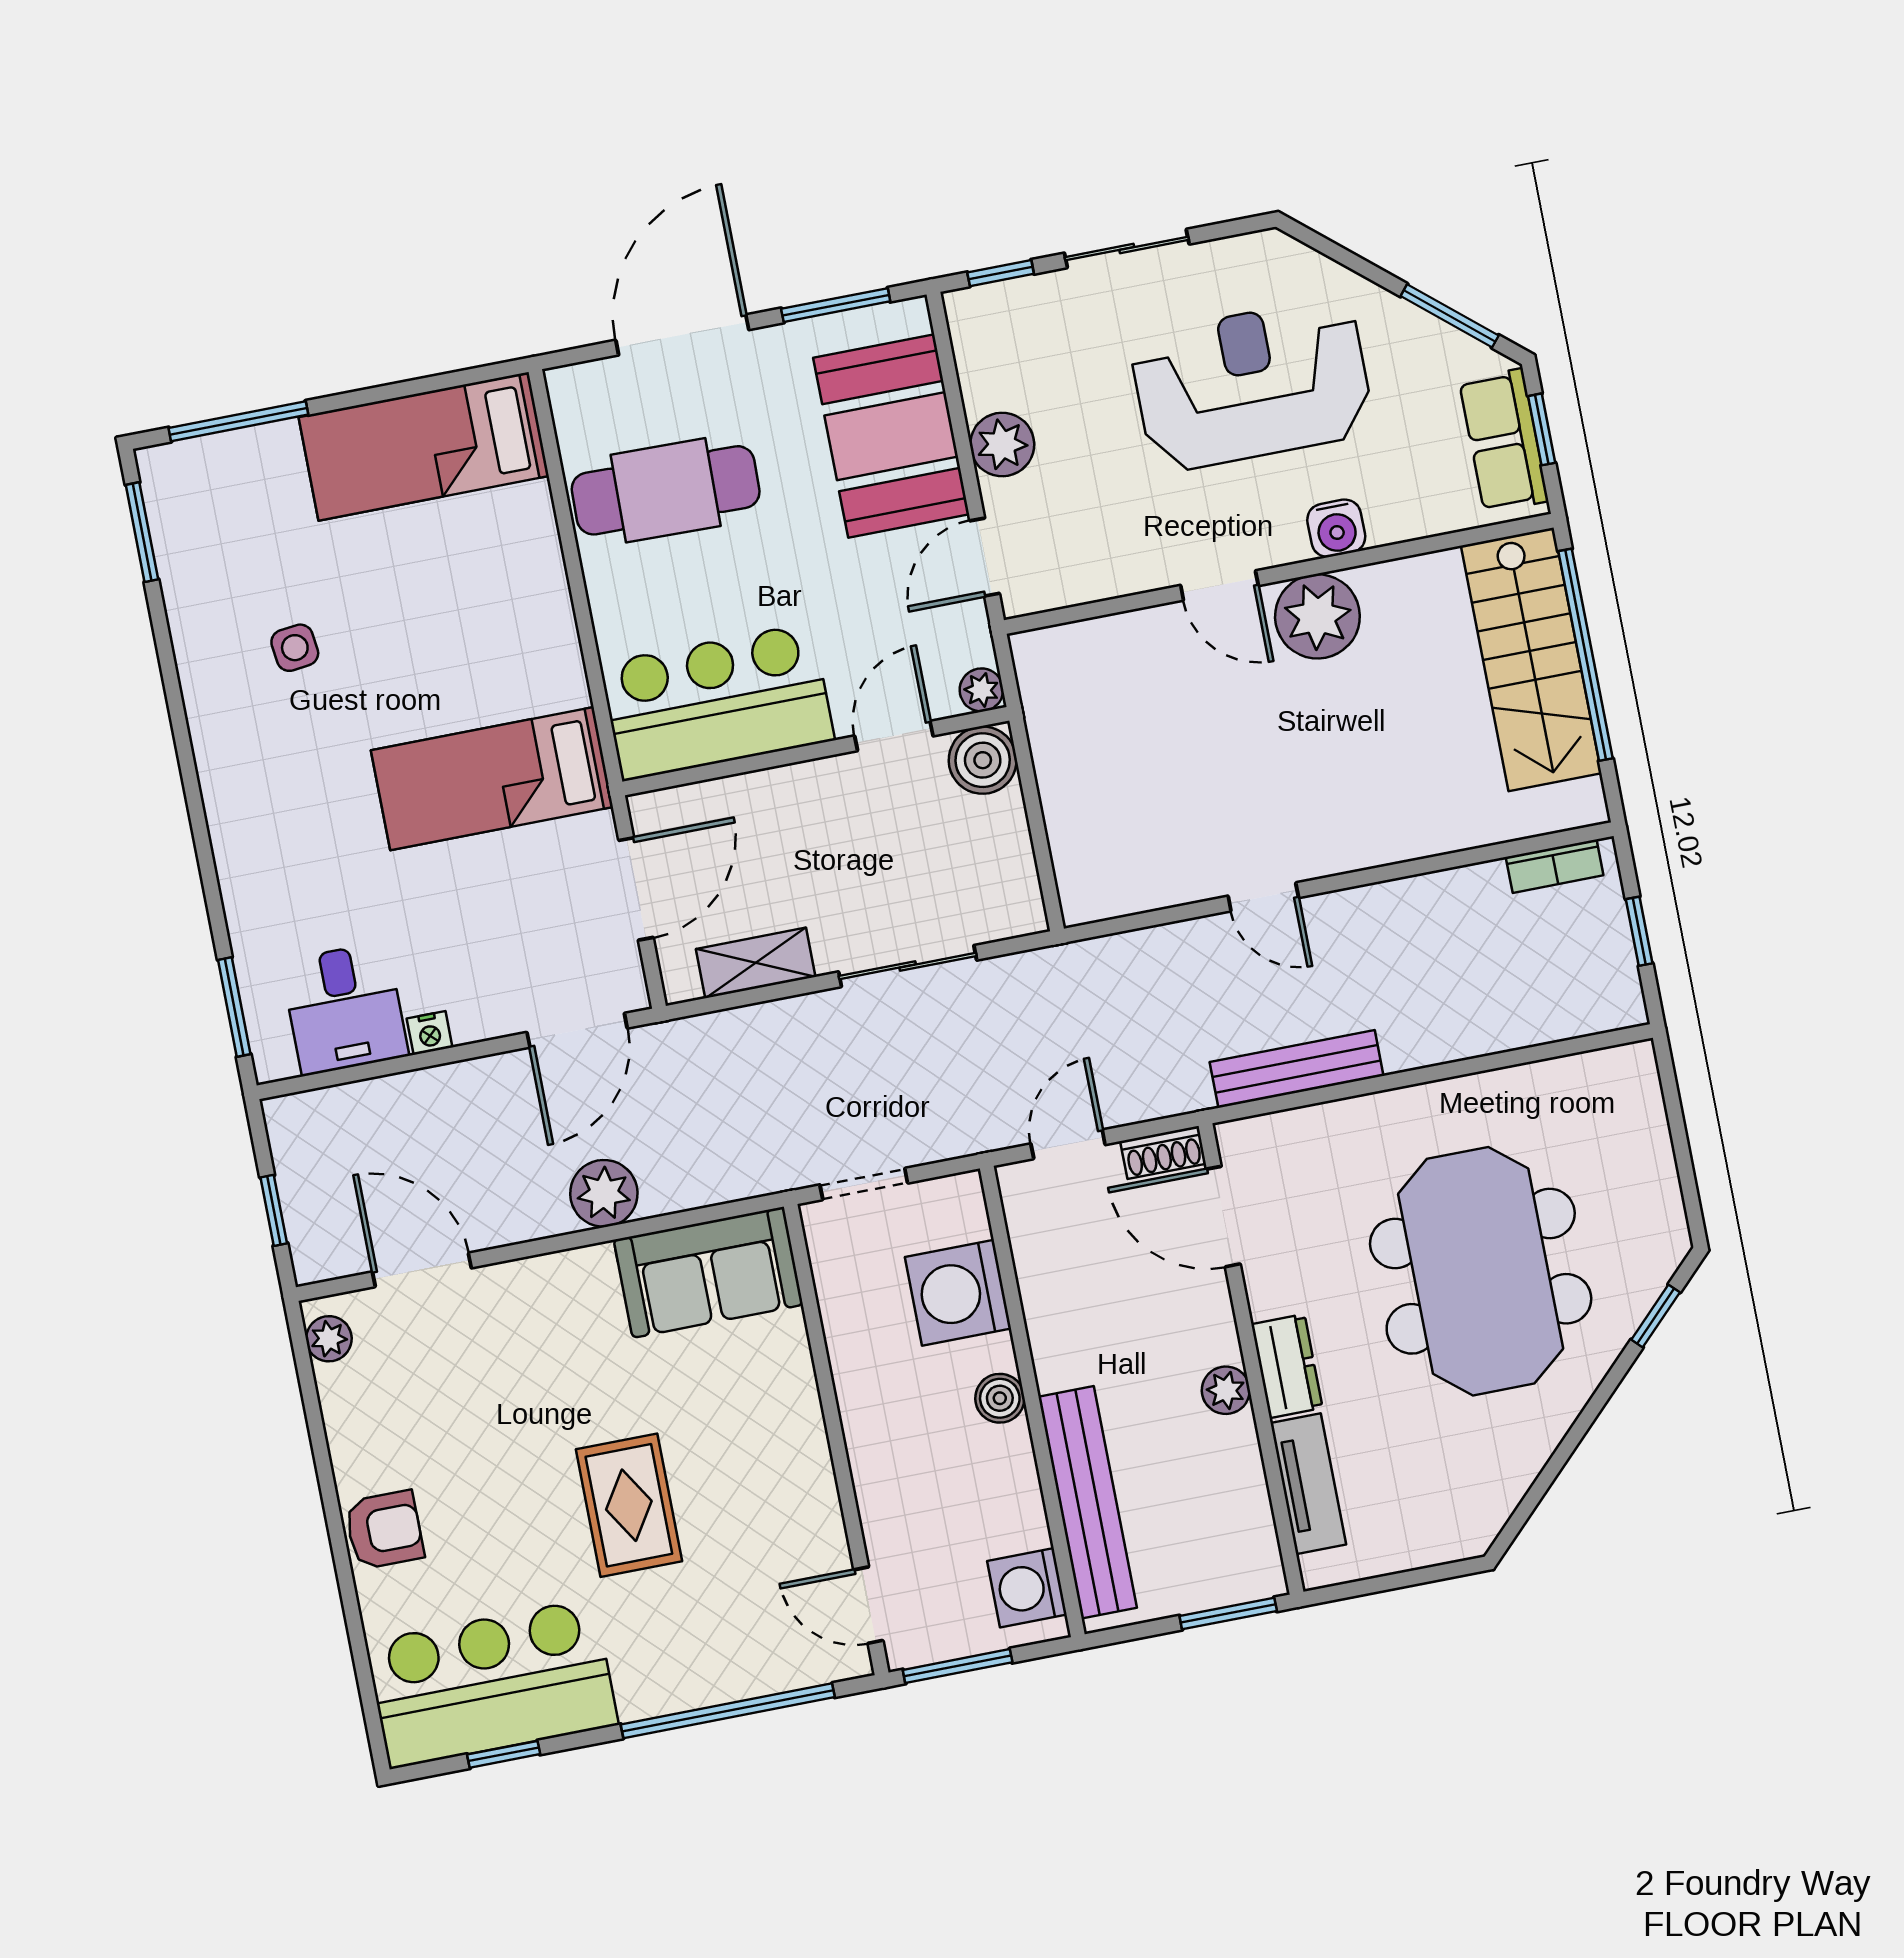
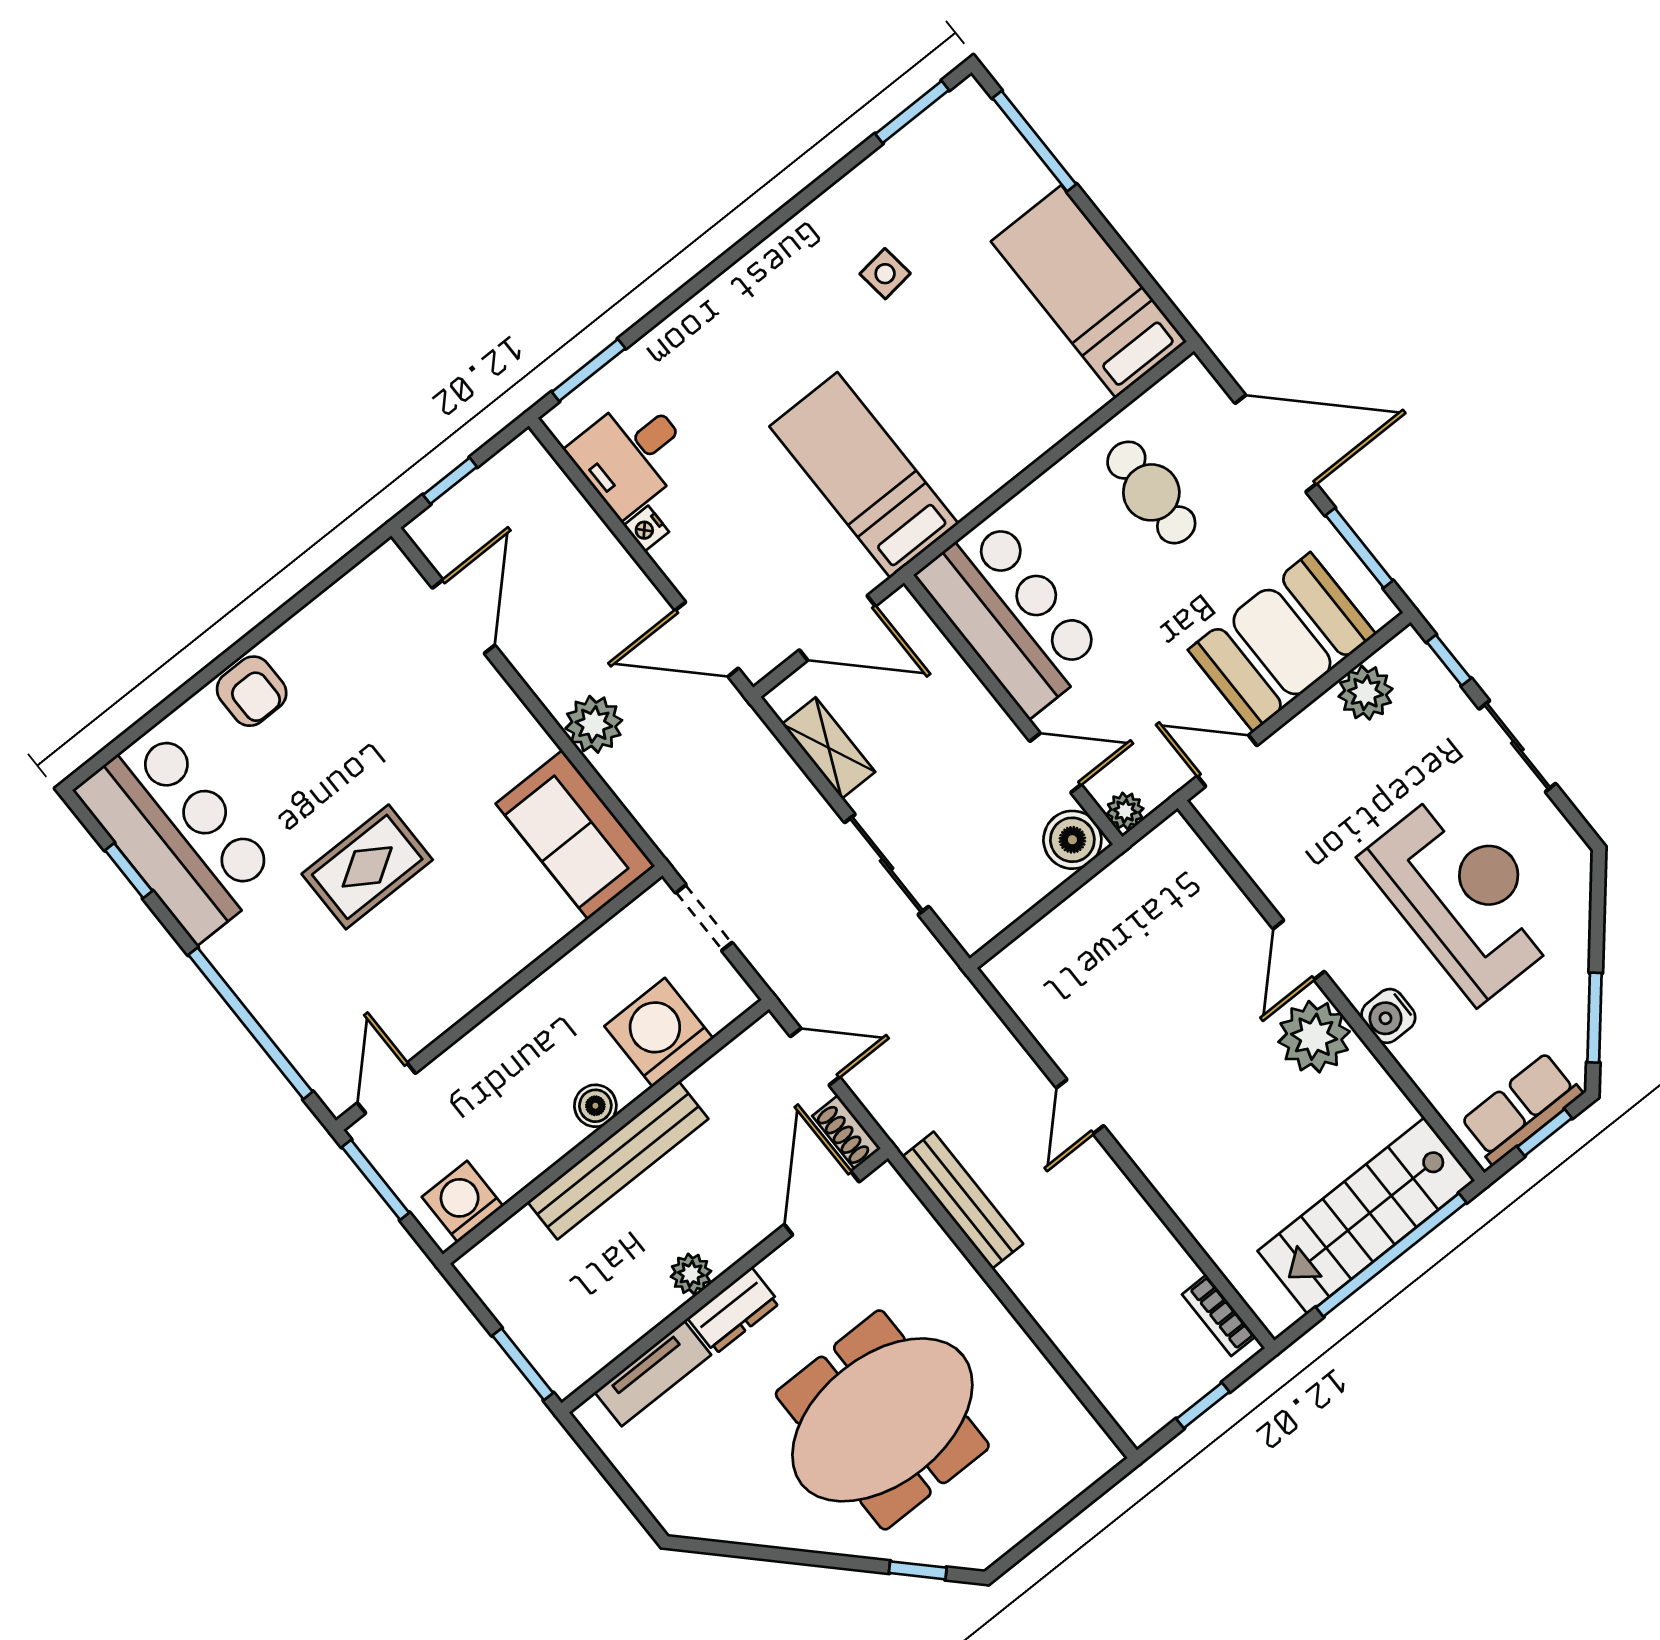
plant: (1002, 444) -> (1366, 693), moved
cafe table: (666, 490) -> (1151, 492), width x0.73, depth x0.74
plant: (329, 1339) -> (375, 573), removed
bench: (1088, 1502) -> (618, 1160), moved

